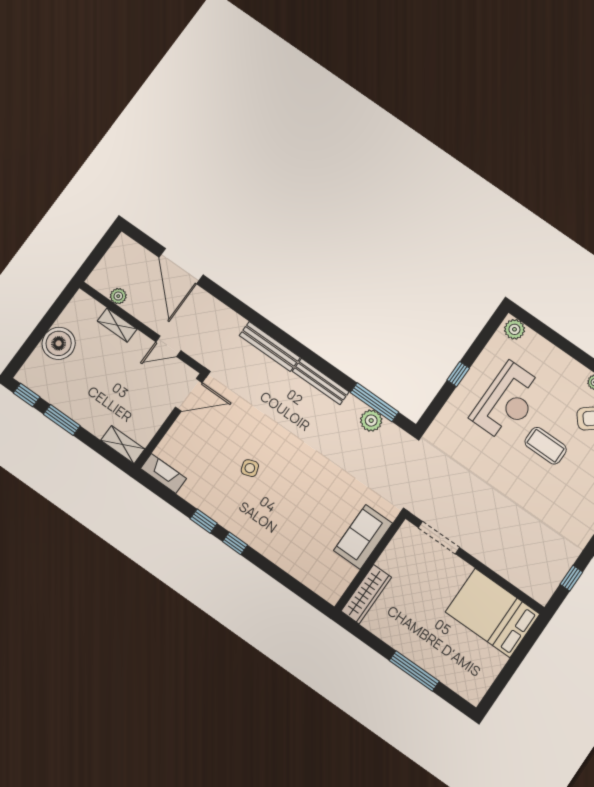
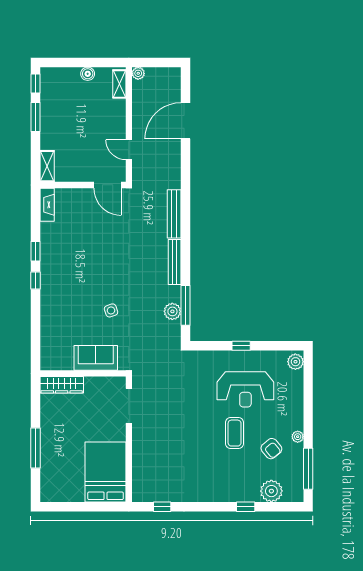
plant: (118, 296) -> (138, 73), moved
shelving: (117, 325) -> (119, 84), moved
boiler: (59, 343) -> (88, 74), width x0.54, depth x0.54
side table: (250, 468) -> (111, 310), moved

